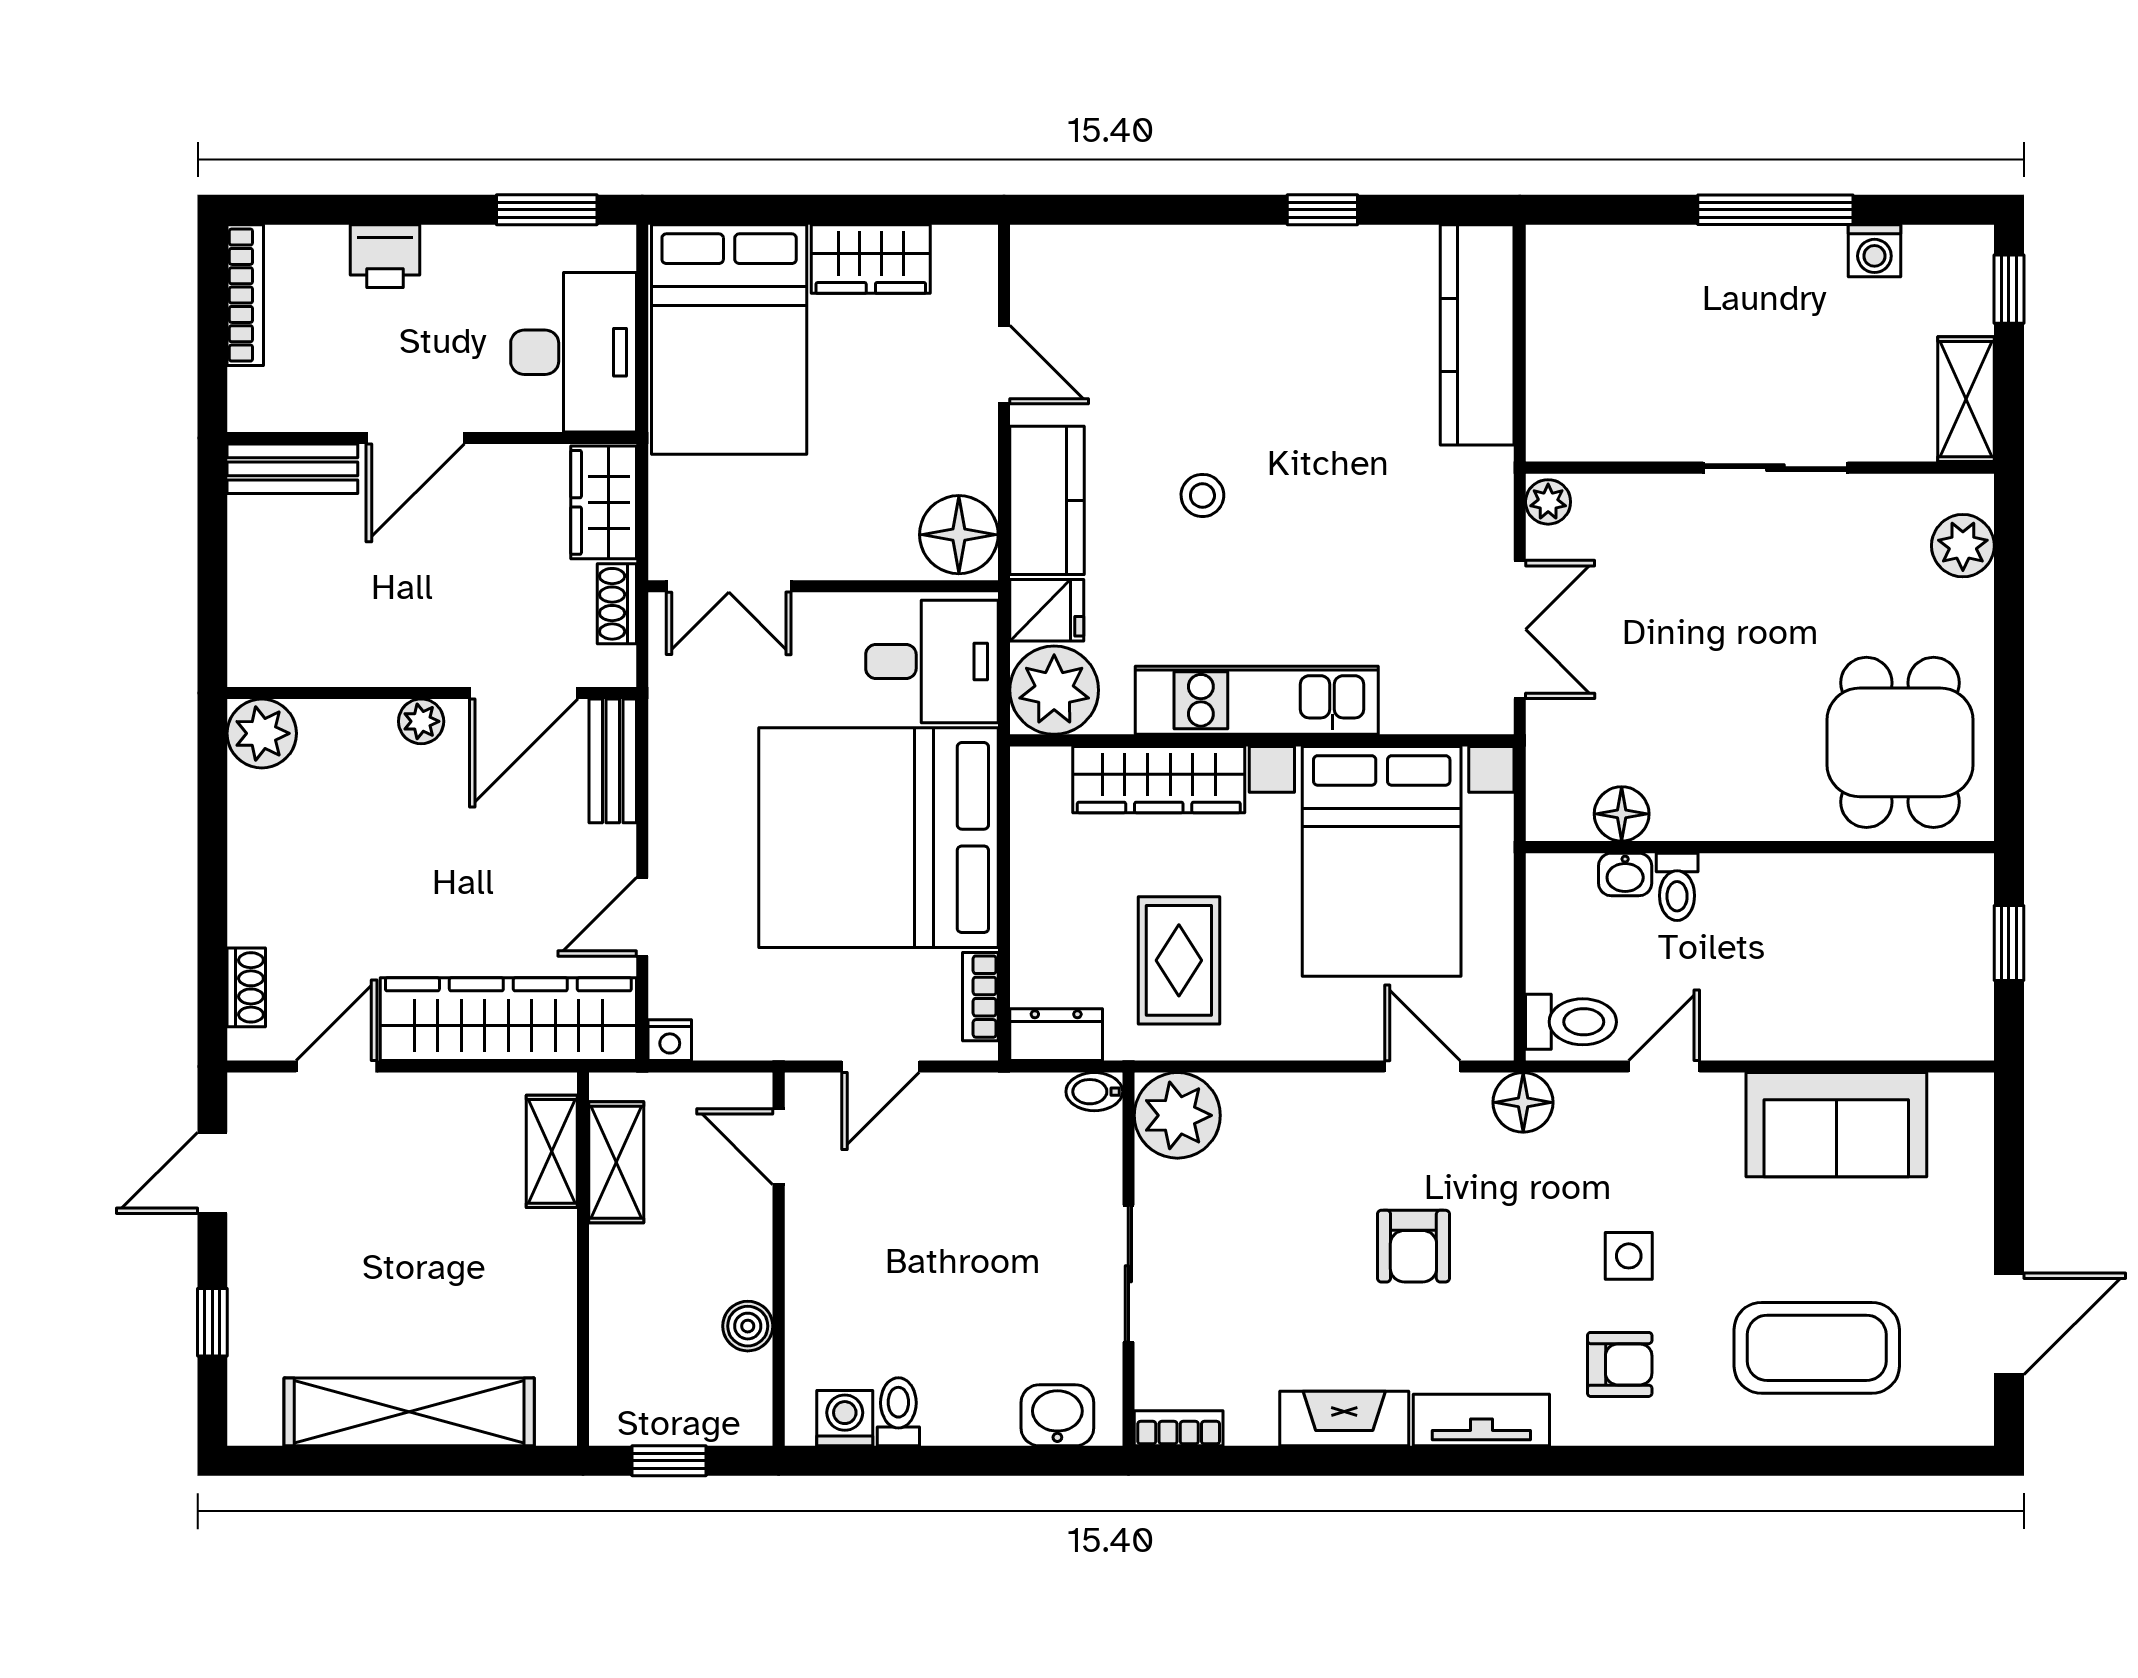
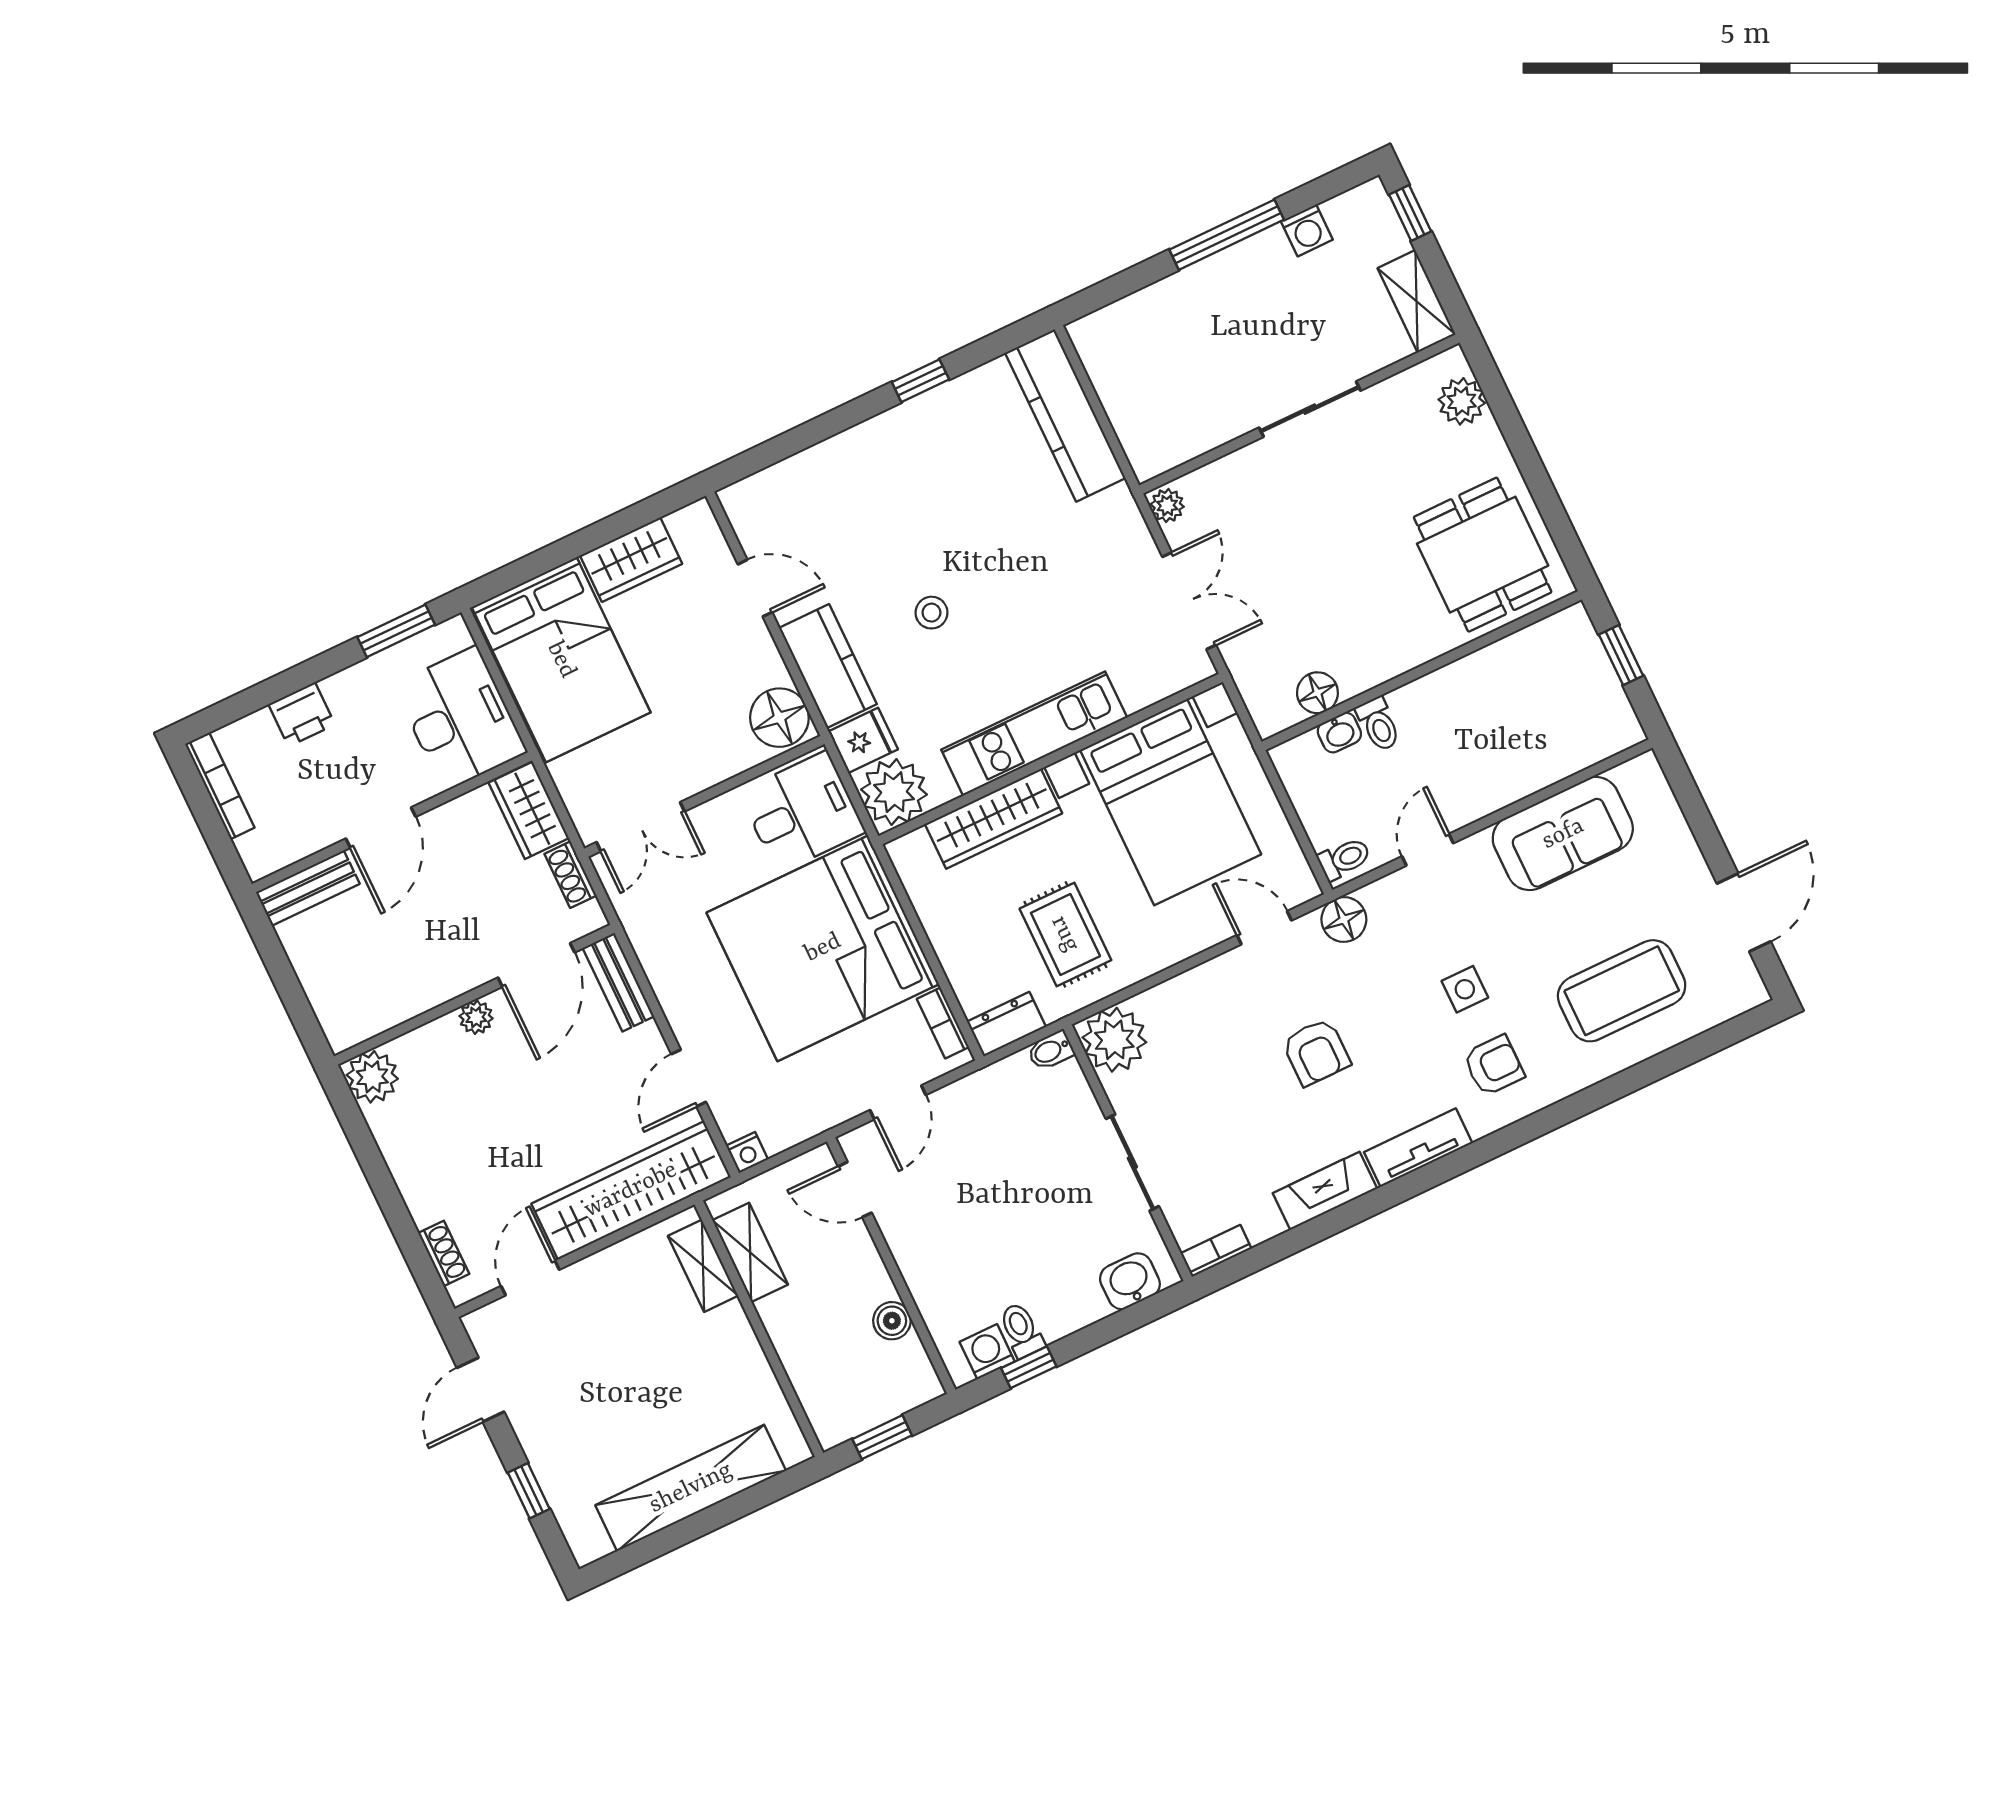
toilet: (1571, 1022) -> (1344, 859), width x0.73, depth x0.72
window: (886, 1461) -> (1029, 1367), added

